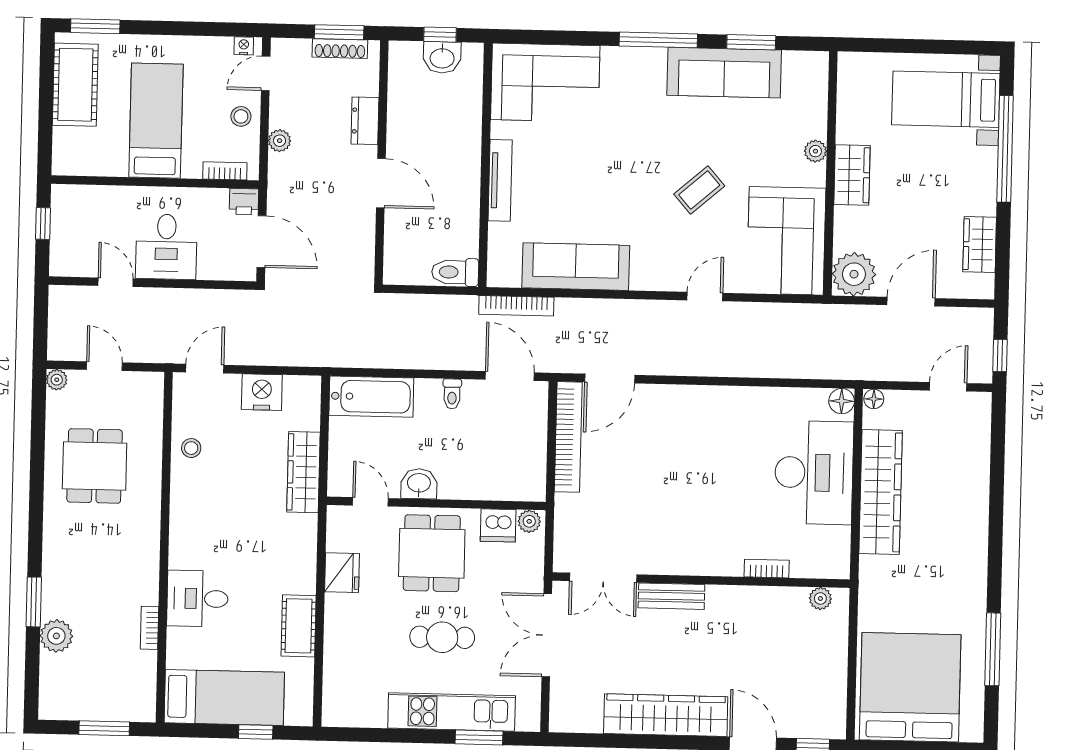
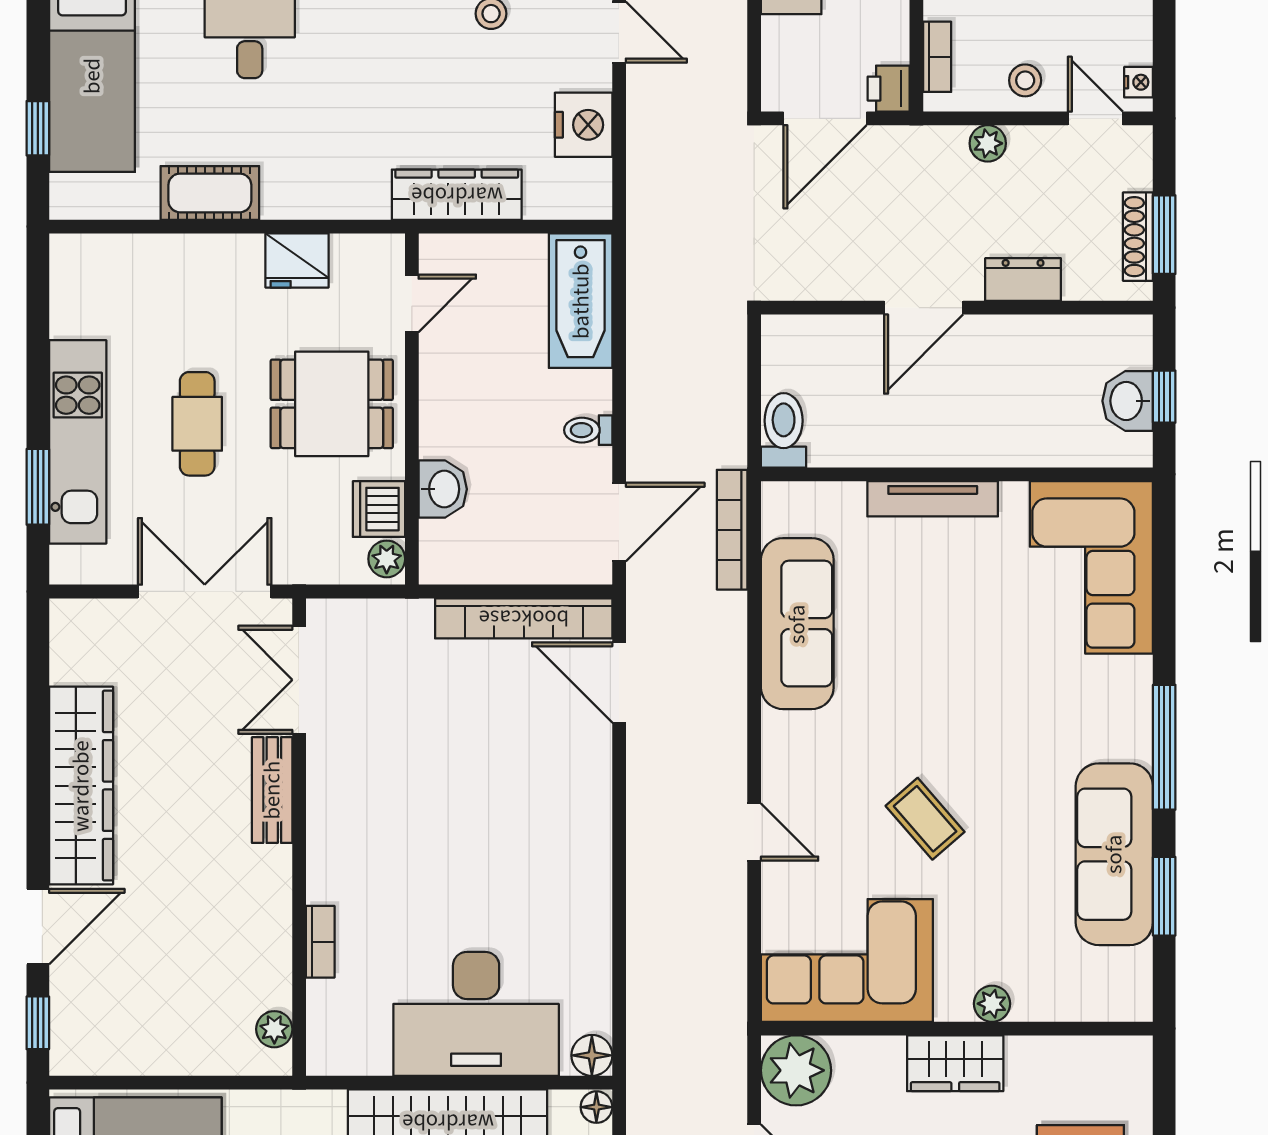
washbasin: (419, 484) -> (443, 489), moved

